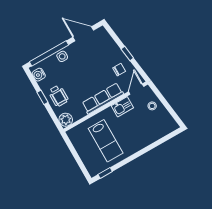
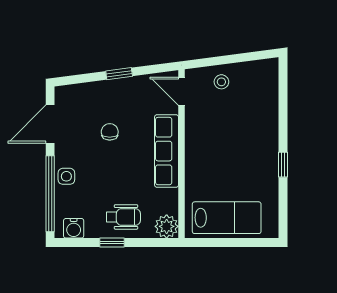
chair: (119, 70) -> (110, 132), moved
kitchen sink: (122, 107) -> (196, 128), removed
lab bench: (106, 141) -> (227, 218), moved
window: (105, 173) -> (283, 165), moved

